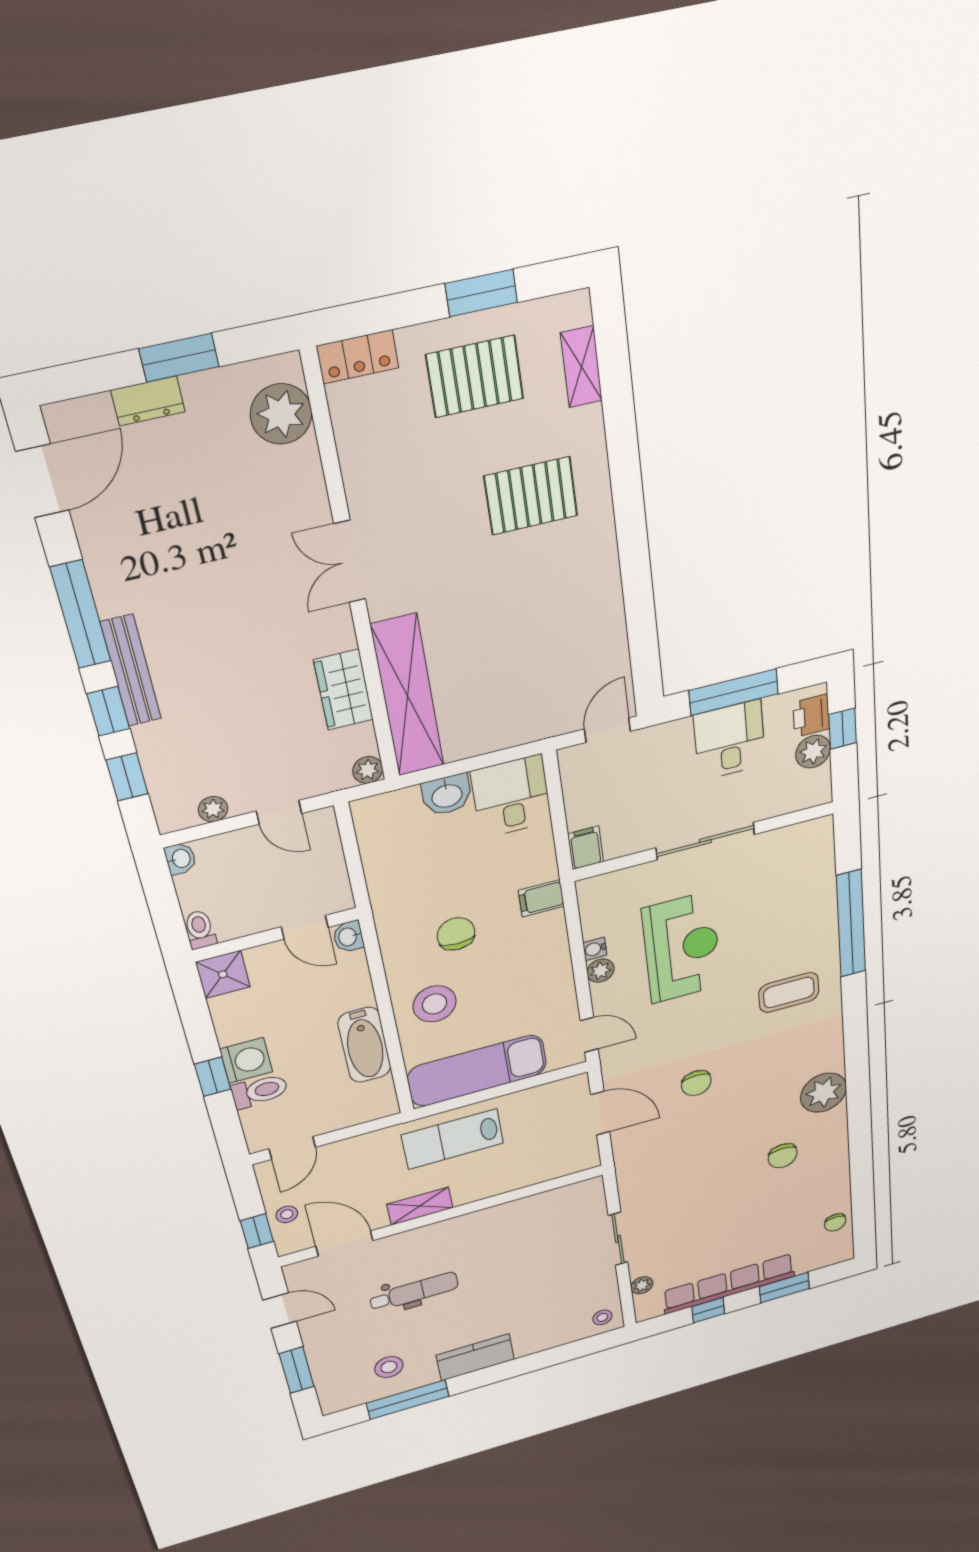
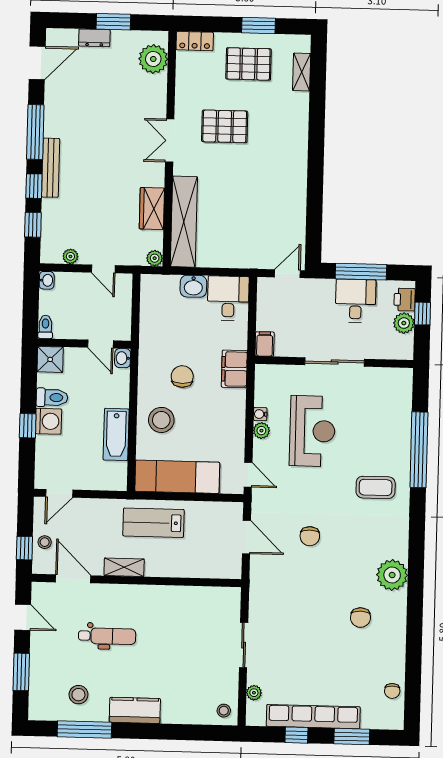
pallet: (531, 496) -> (225, 126), moved
filing cabinet: (541, 898) -> (234, 369), width x2.00
toilet: (260, 1091) -> (52, 397), moved

